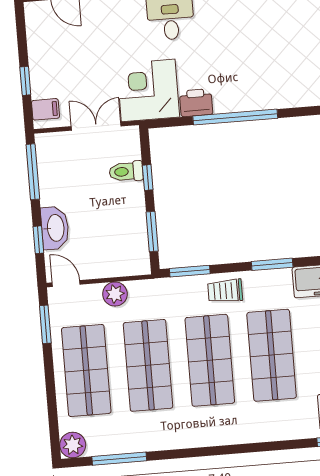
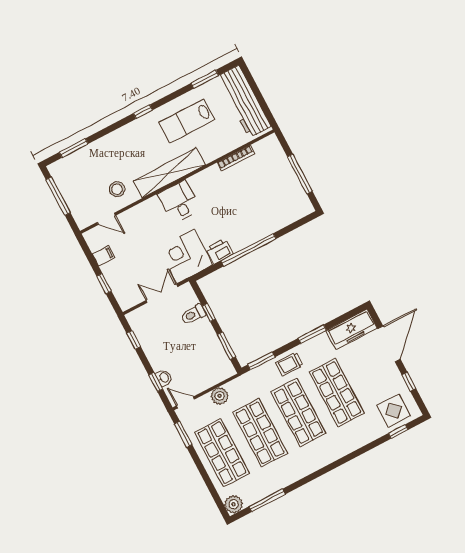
filing cabinet: (46, 109) -> (103, 256), moved
window: (33, 172) -> (134, 340), width x0.46
washbasin: (55, 228) -> (164, 378), width x0.52, depth x0.69

